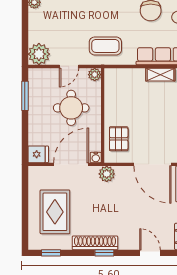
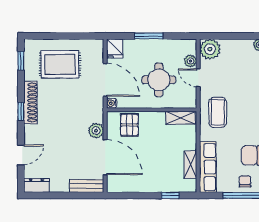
plant: (95, 75) -> (190, 61), moved
shelving: (111, 85) -> (180, 118), added
window: (25, 96) -> (149, 36), moved
pallet: (119, 139) -> (129, 125), turned 90
door: (152, 164) -> (105, 157), swing flipped
plant: (107, 174) -> (96, 131), moved

